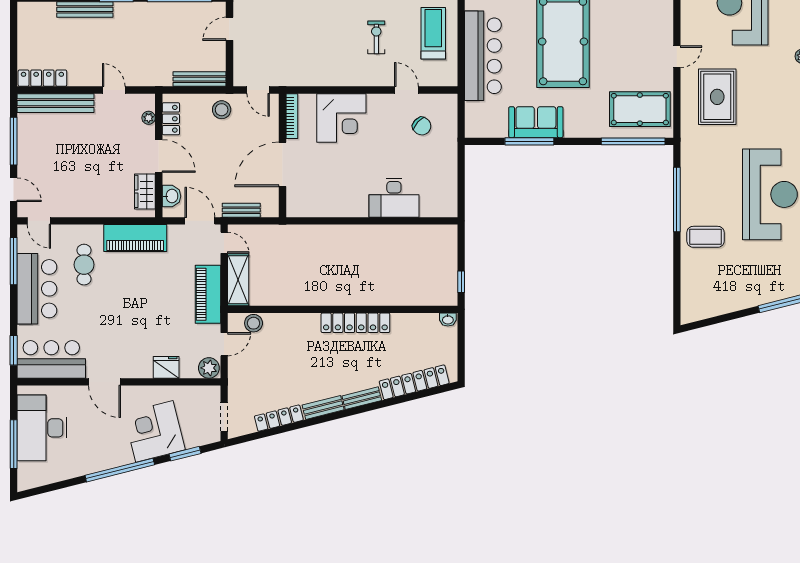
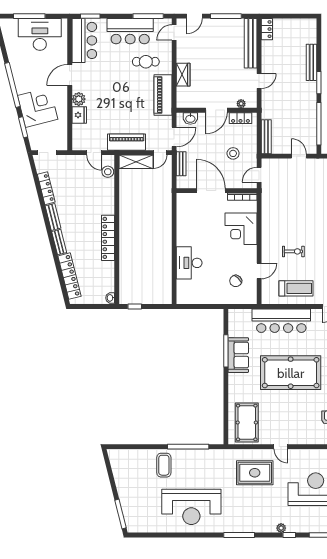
locker: (42, 78) -> (267, 29), width x0.66
stool: (222, 110) -> (233, 153), moved
window: (633, 141) -> (226, 418), removed
wardrobe: (145, 191) -> (183, 75), moved, turned 90
plant: (209, 368) -> (79, 99), moved

